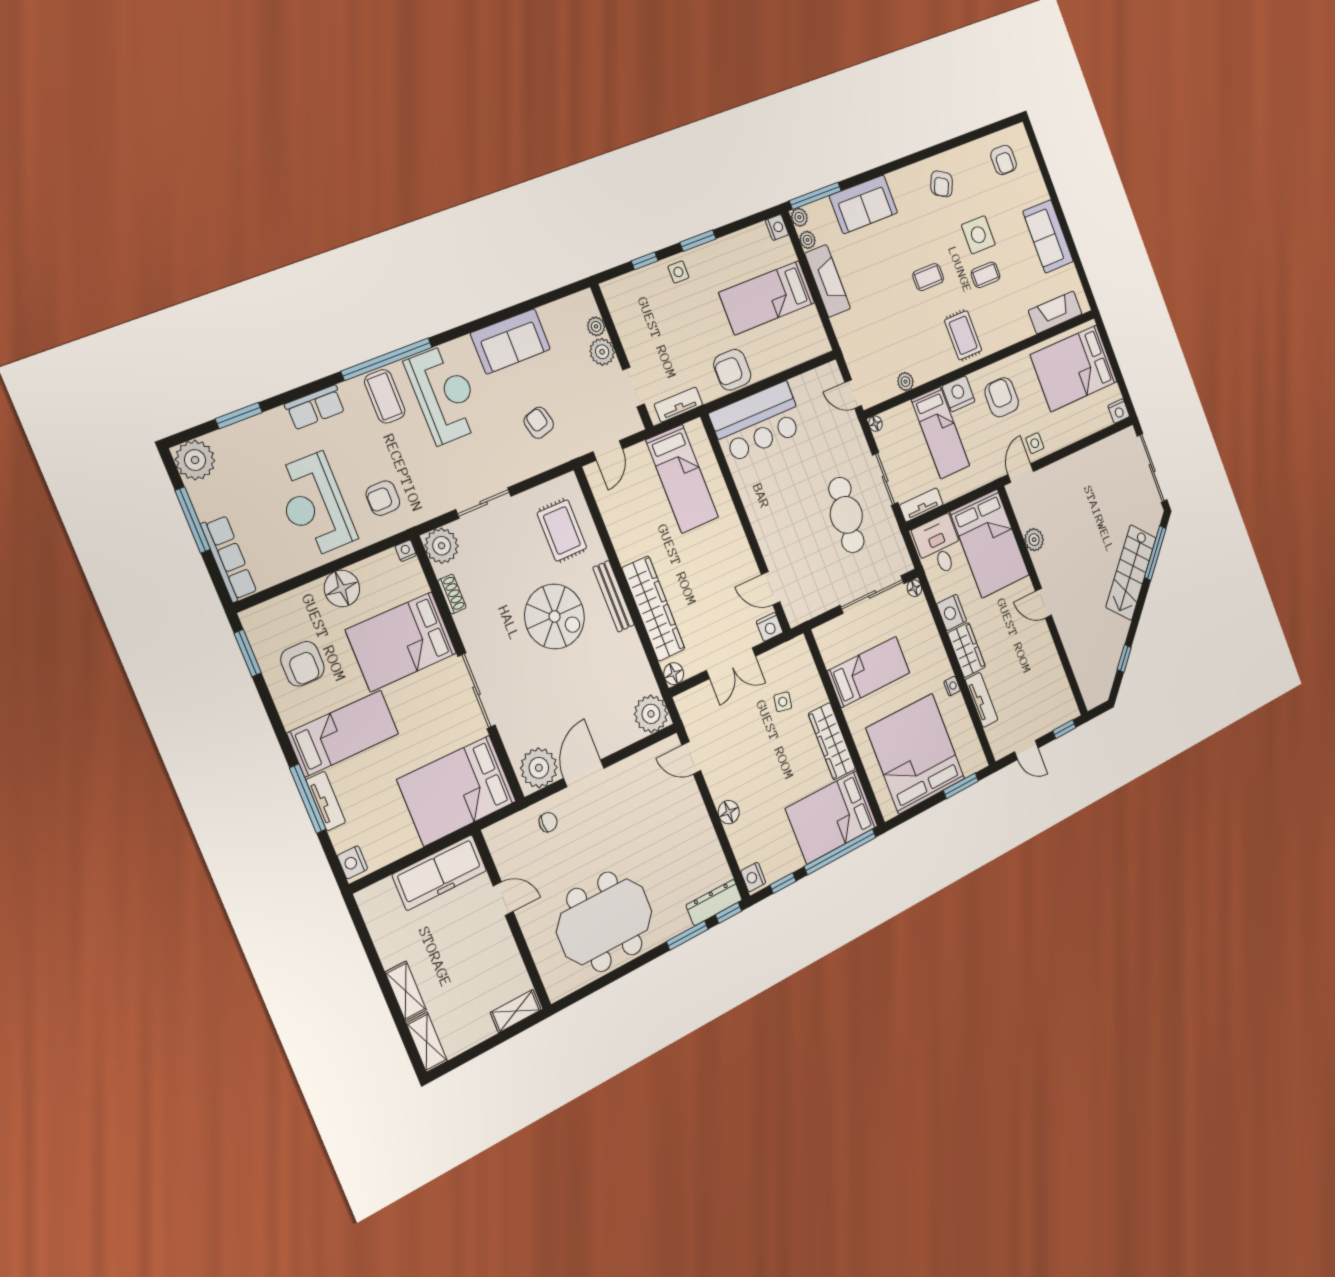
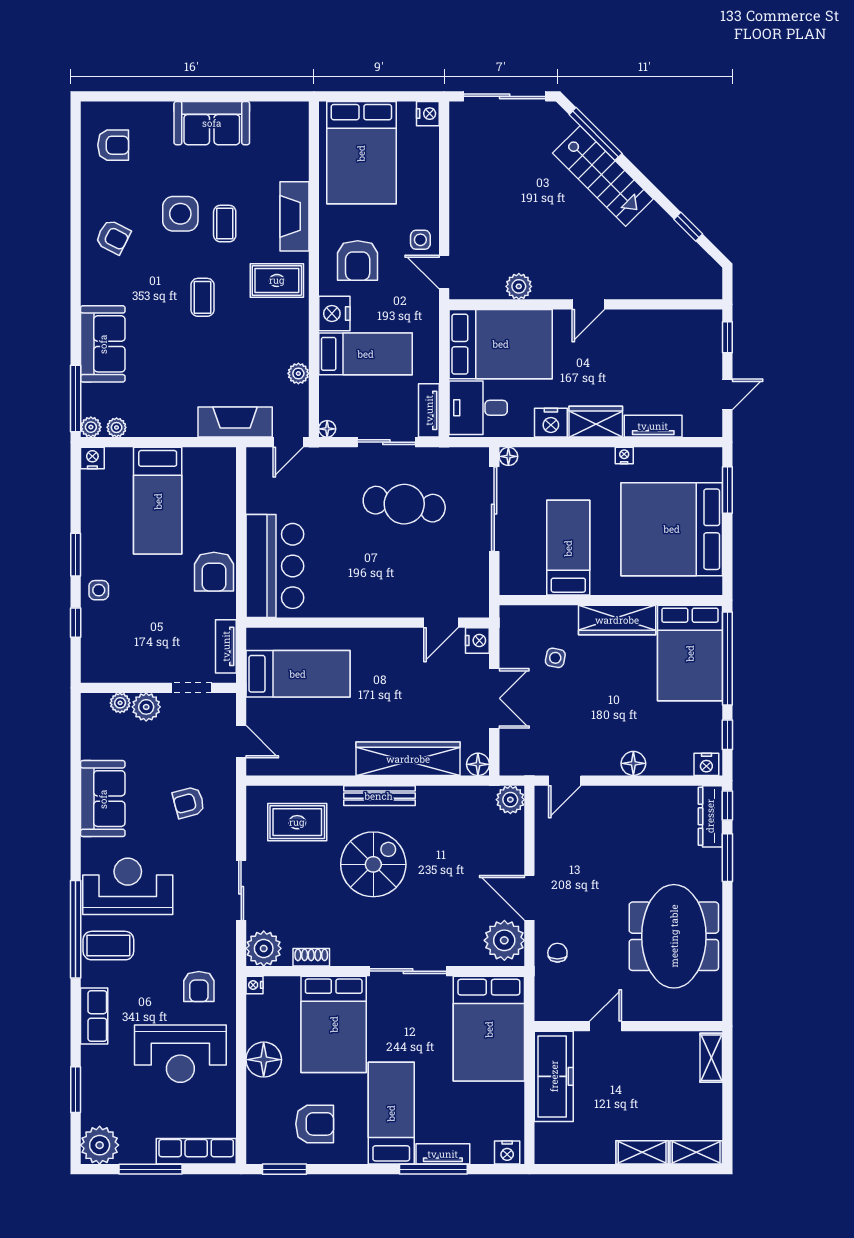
fireplace: (828, 281) -> (235, 422), moved
fireplace: (1055, 312) -> (294, 216), moved
armchair: (1002, 397) -> (358, 261), turned -90
plant: (651, 714) -> (510, 800), width x0.73, depth x0.73

